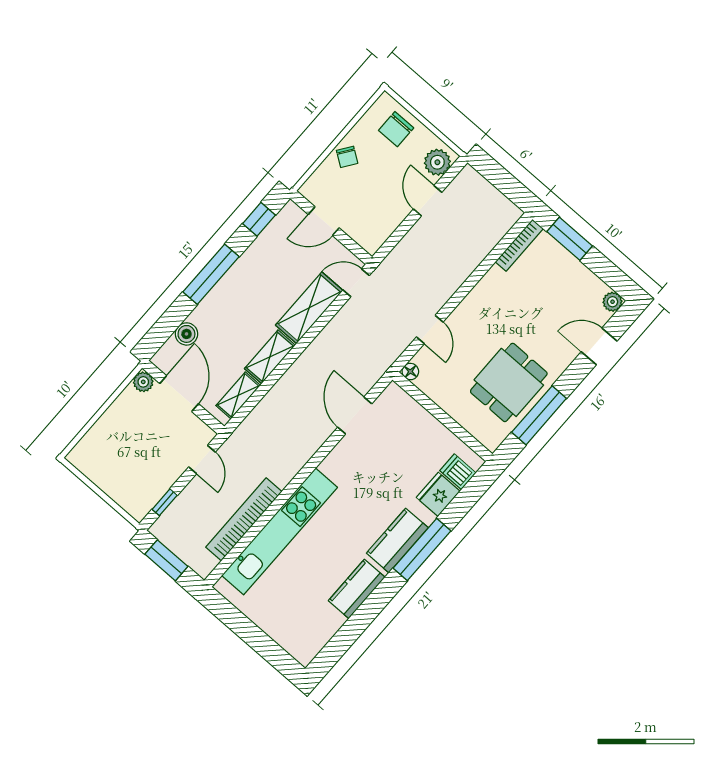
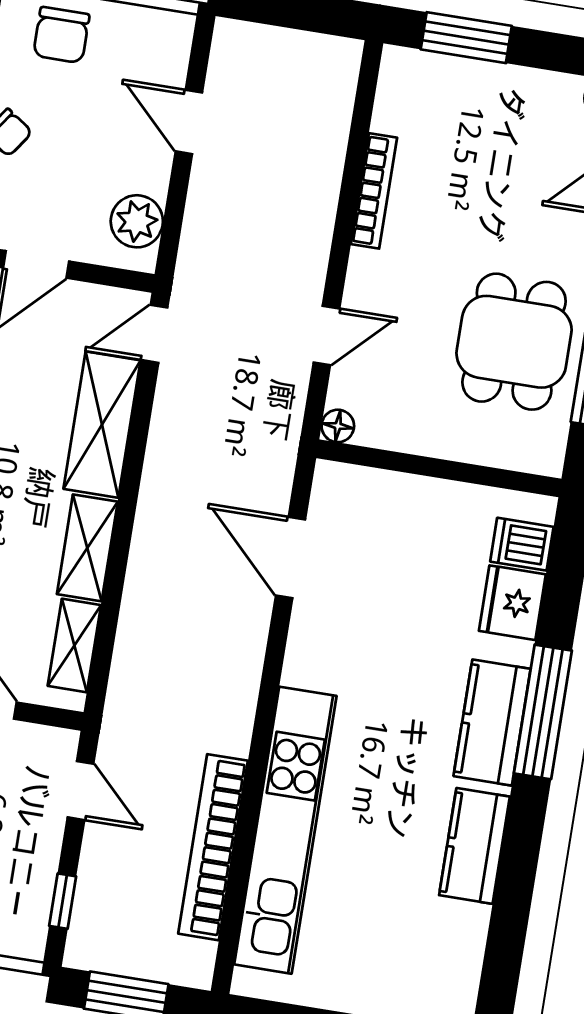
plant: (437, 162) -> (137, 221), moved
bookcase: (519, 245) -> (374, 191), moved
door: (430, 329) -> (326, 335), hinge flipped

